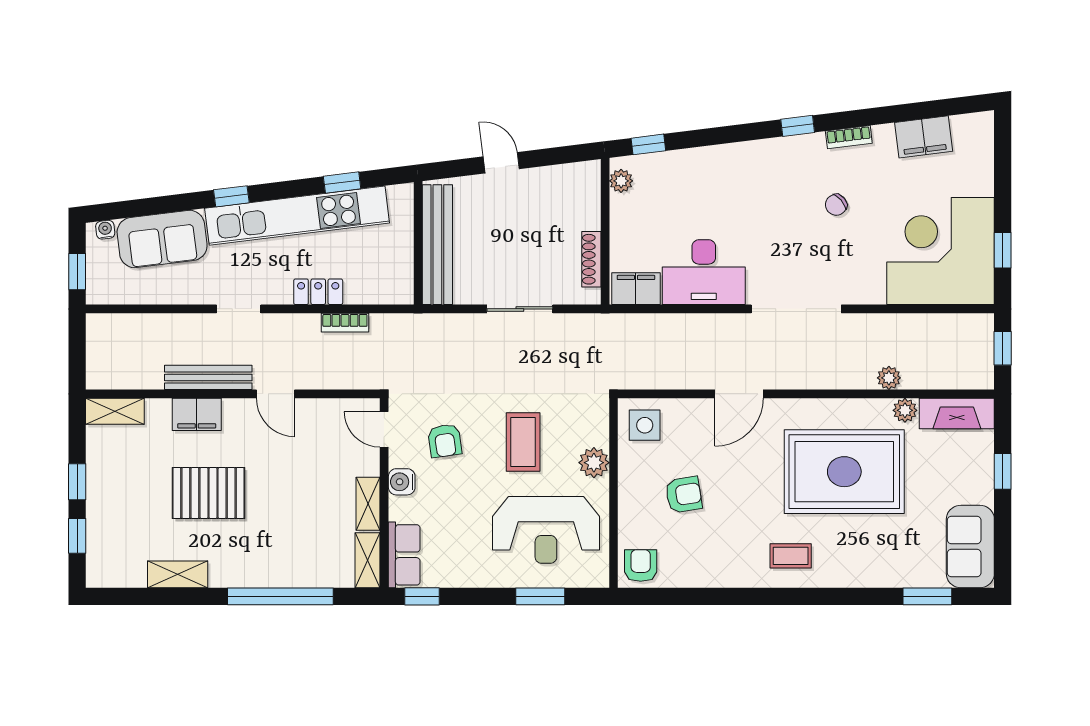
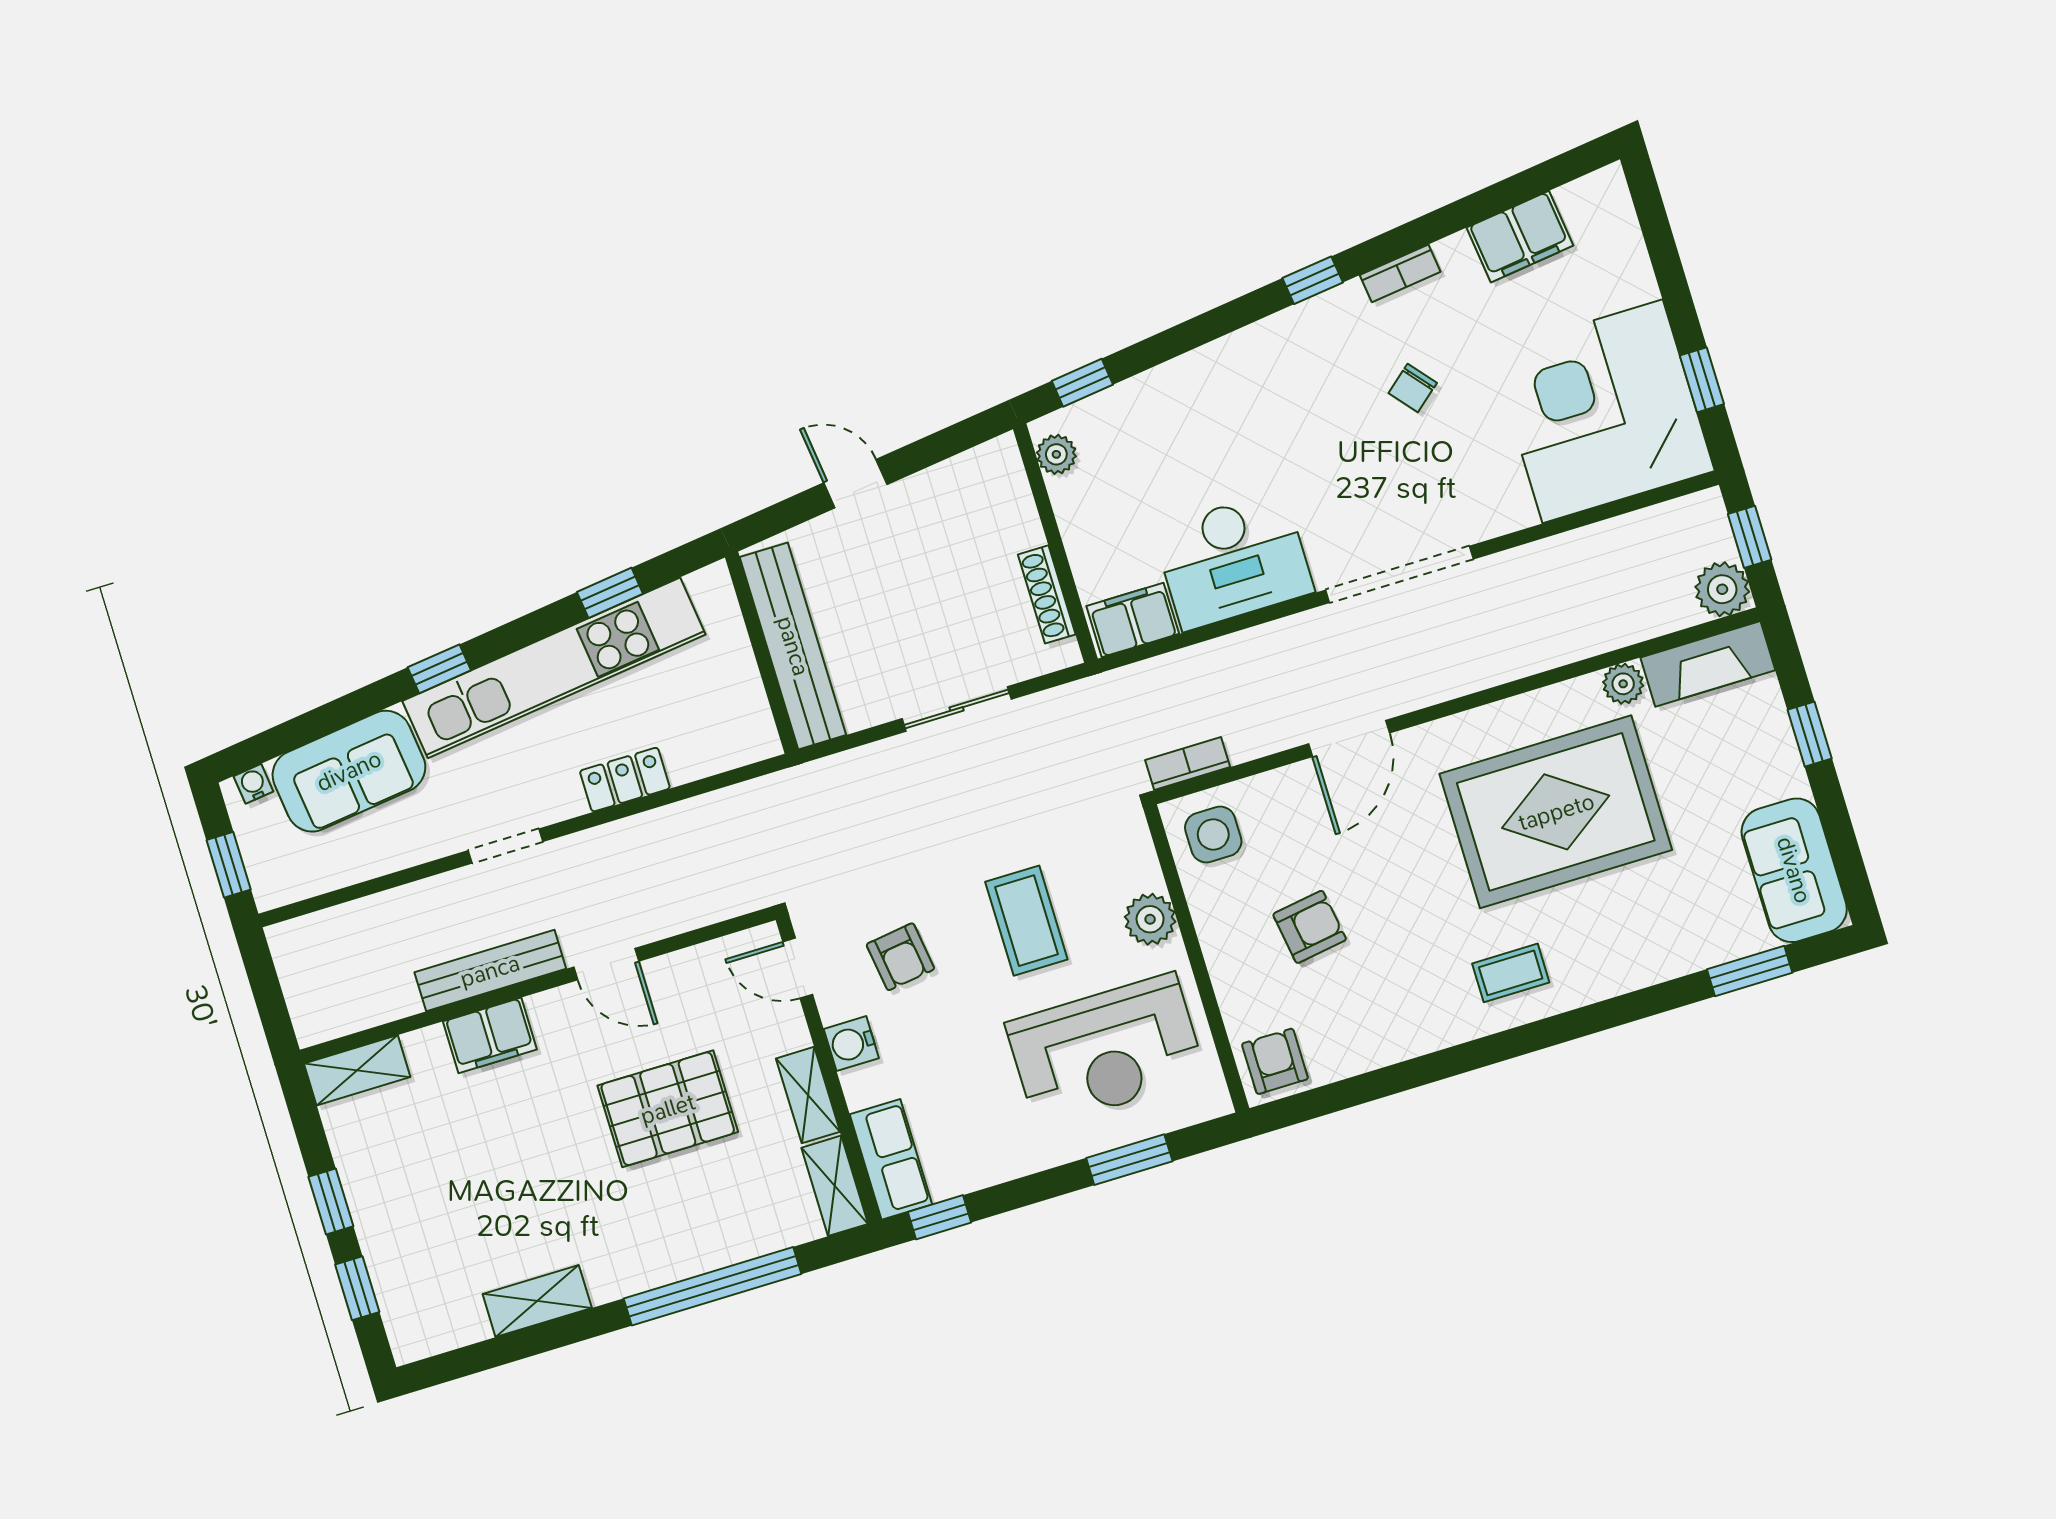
bookcase: (345, 323) -> (1188, 763), moved, turned 180
plant: (889, 378) -> (1722, 589), moved, width x1.38, depth x1.38
pallet: (208, 493) -> (668, 1109), moved

